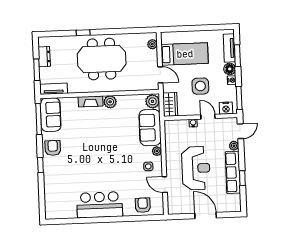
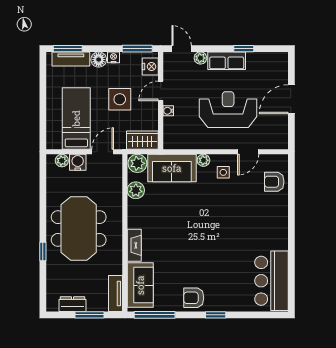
water cooler: (151, 56) -> (78, 162), added
window: (237, 56) -> (68, 49), moved
plant: (110, 102) -> (136, 190), moved
sofa: (51, 115) -> (140, 285), moved, turned 90
row of seats: (233, 172) -> (227, 61), width x0.68
bar counter: (100, 205) -> (271, 281), moved

